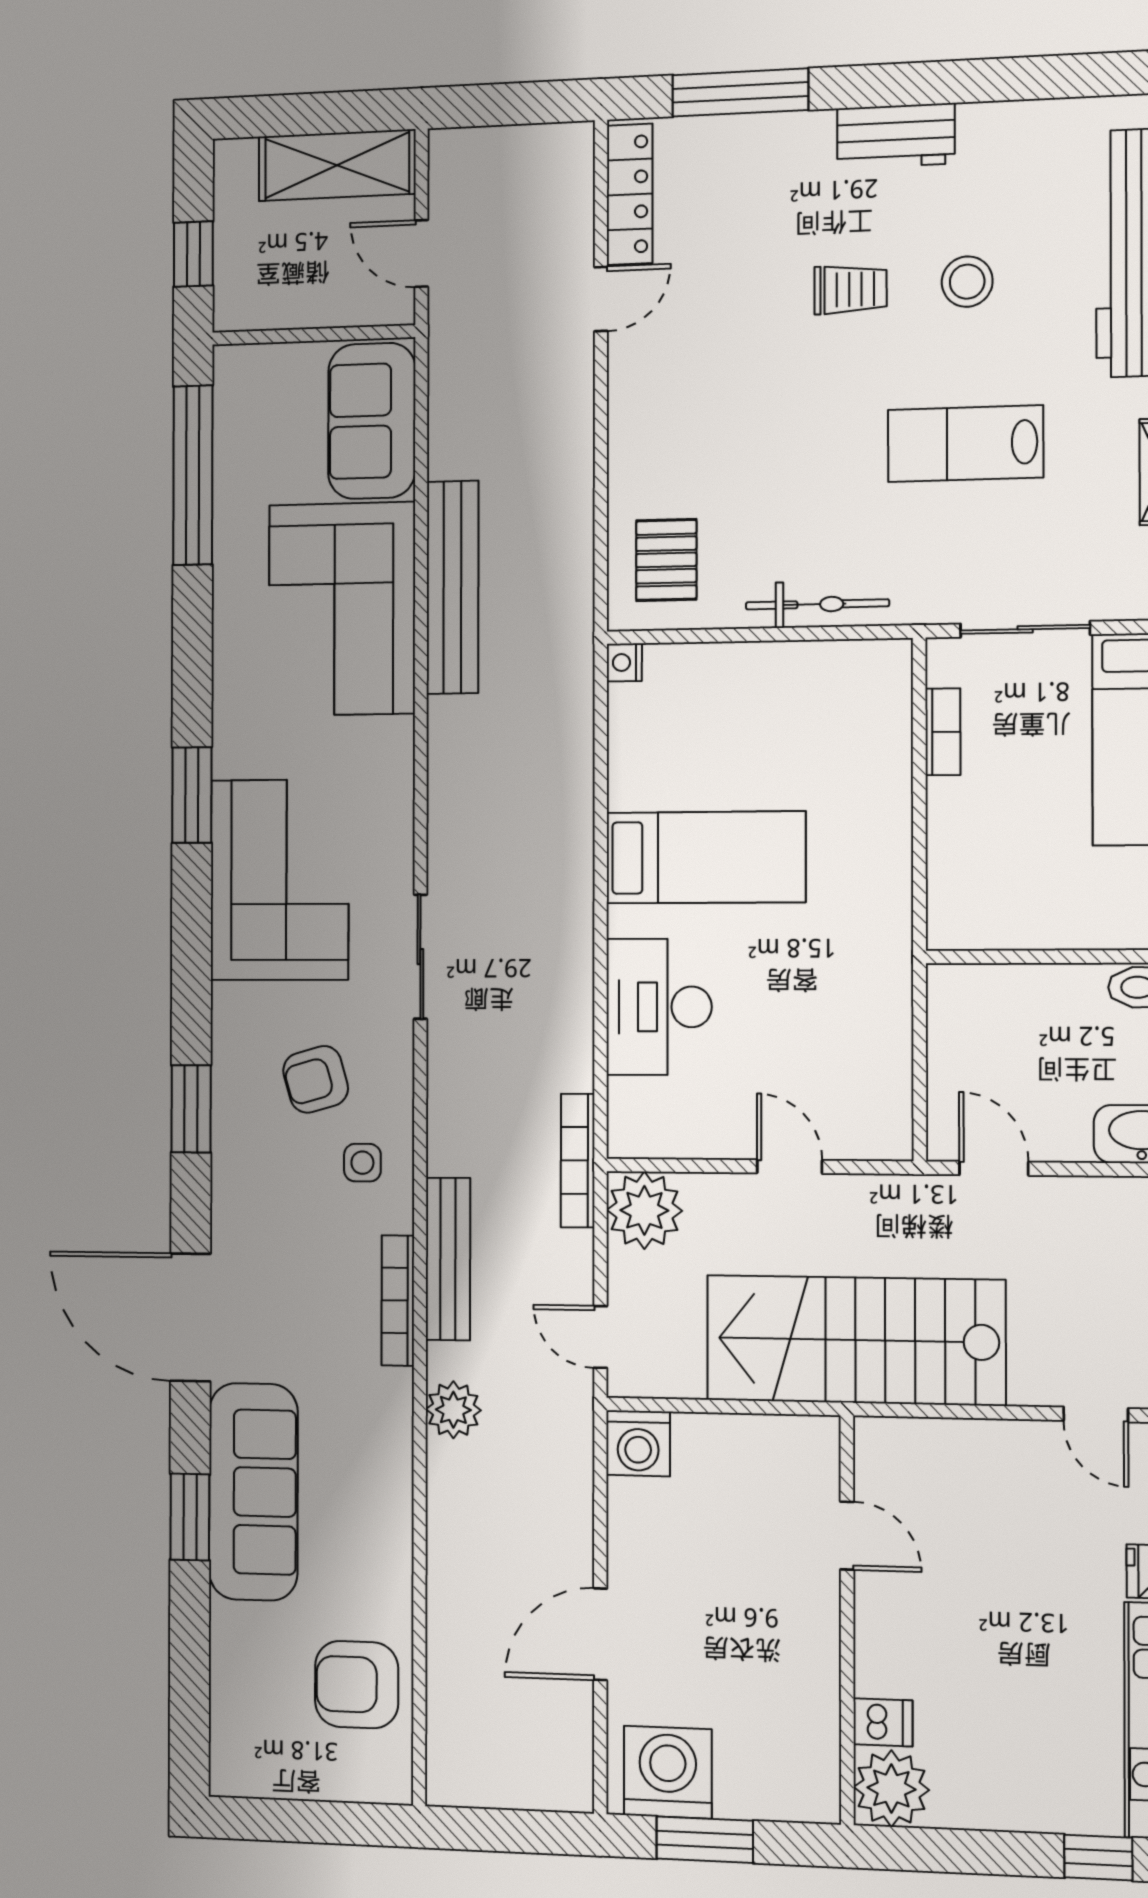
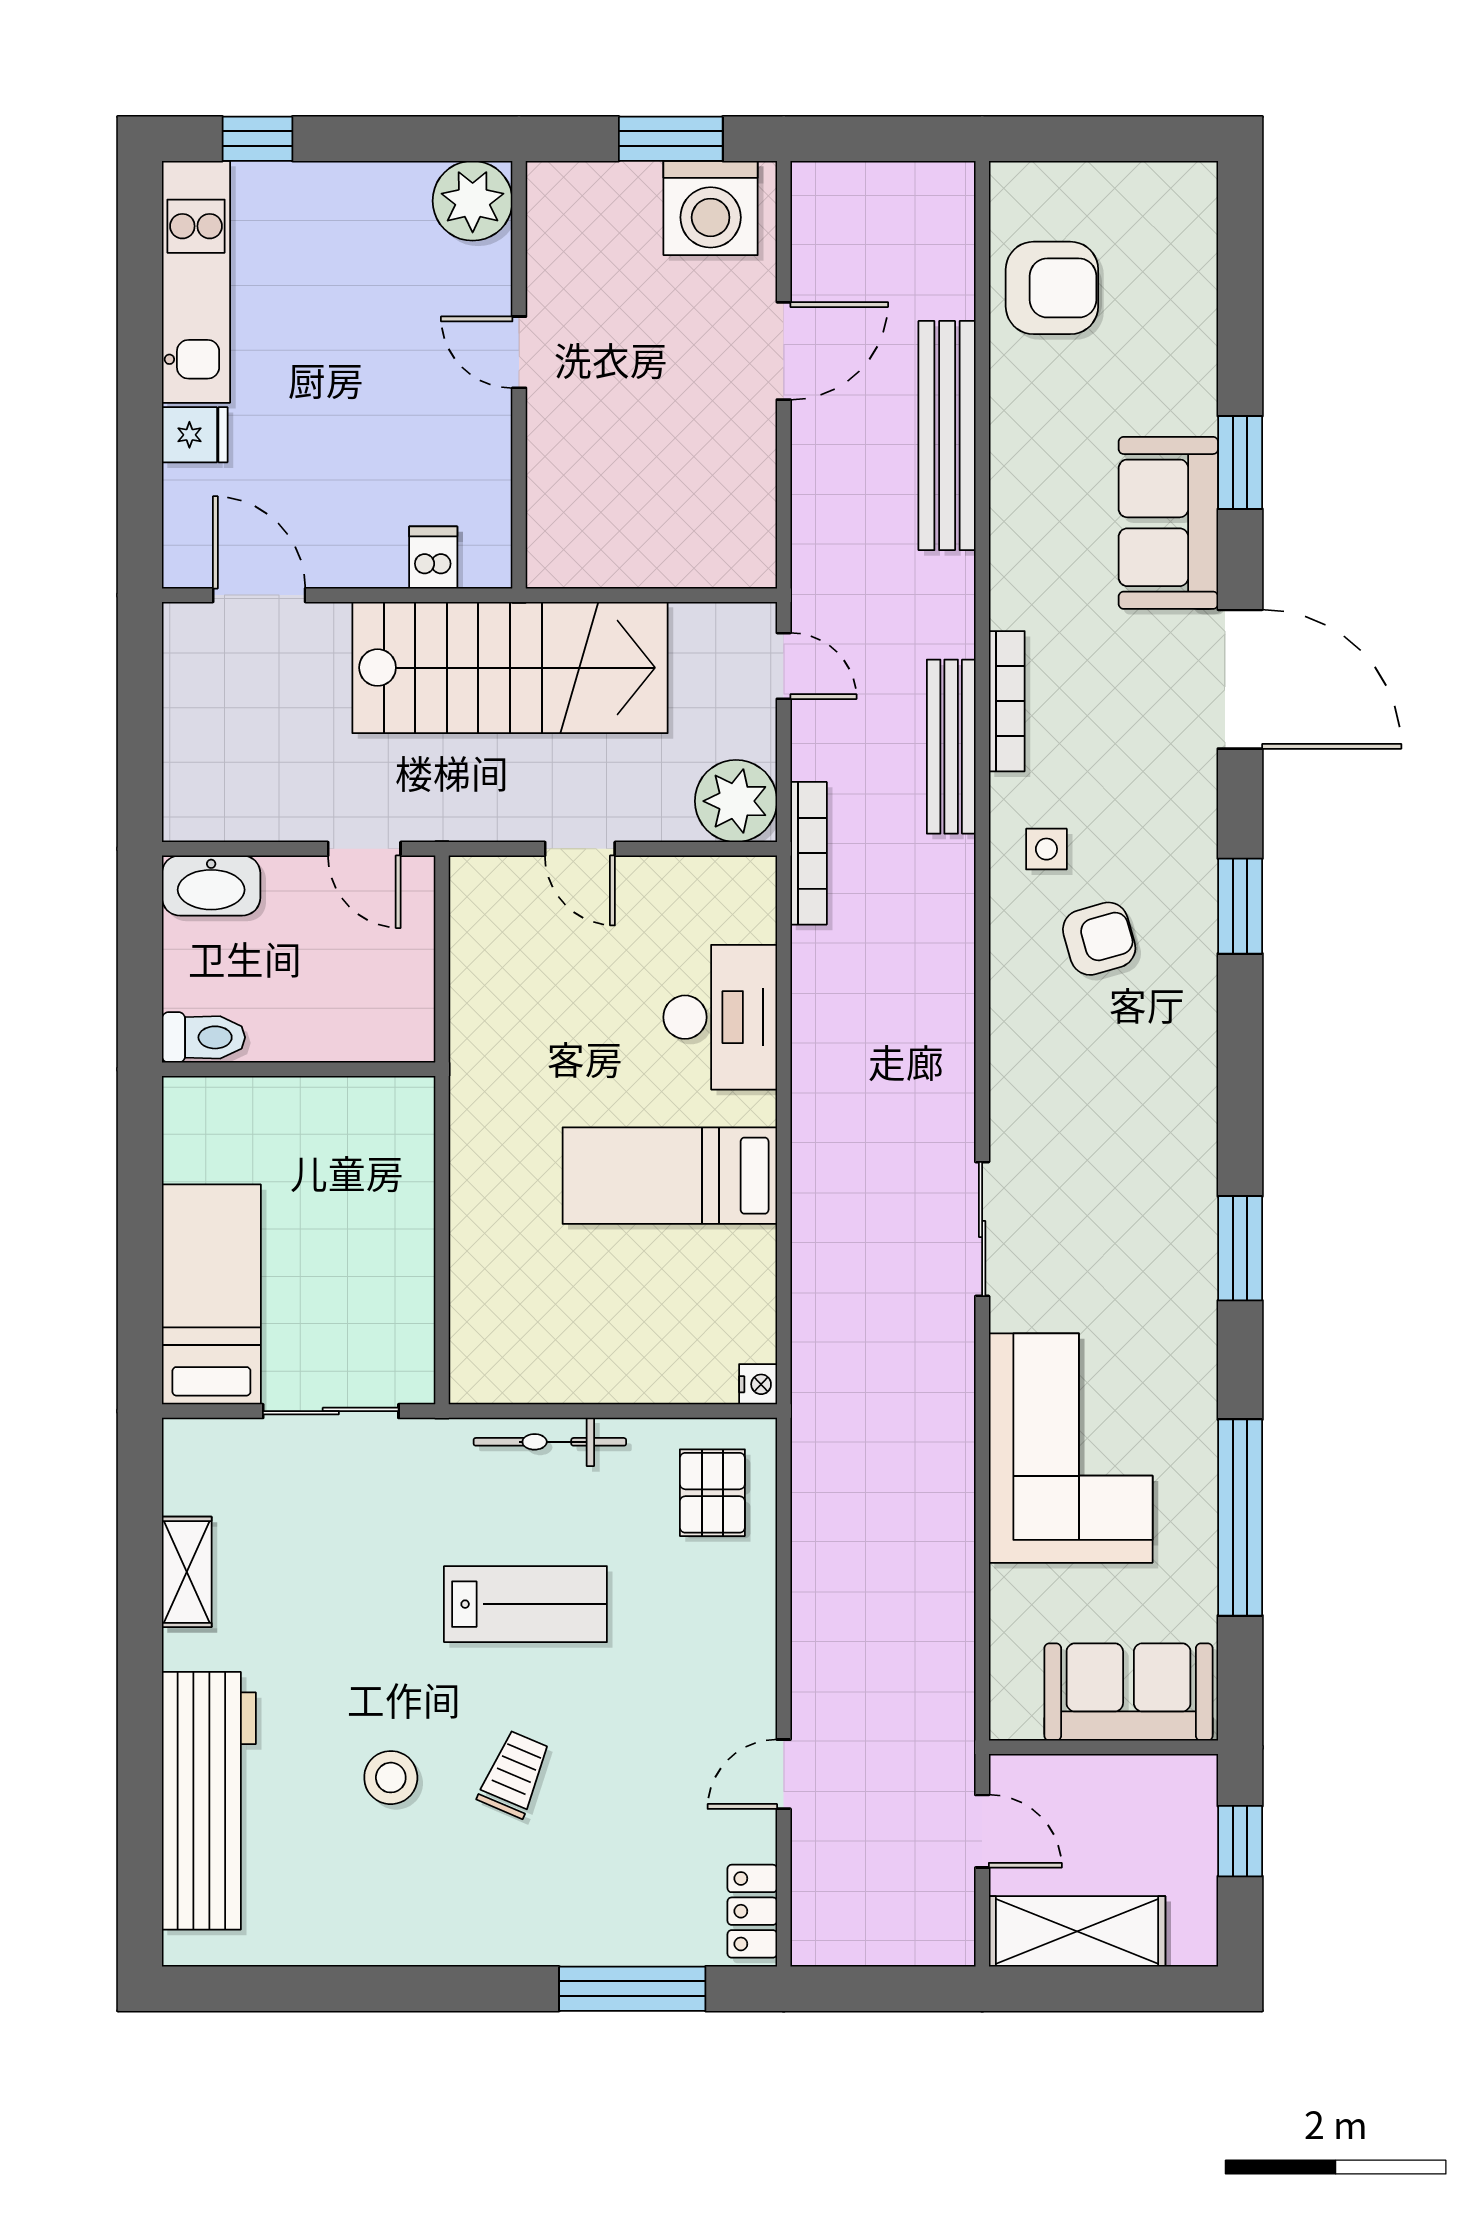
workbench: (896, 136) -> (466, 1935), removed
locker: (630, 194) -> (752, 1911), width x0.66
trolley: (850, 289) -> (514, 1774), turned 113
sofa: (372, 421) -> (1128, 1692), moved, turned -90
lab bench: (965, 444) -> (525, 1604), moved
window: (193, 475) -> (1240, 1518), moved
bench: (453, 587) -> (947, 436), moved
bookcase: (943, 732) -> (417, 1305), removed
corner sofa: (279, 880) -> (1140, 1155), removed
sliding door: (420, 957) -> (982, 1229), moved
plant: (453, 1410) -> (945, 585), removed
door: (1096, 1414) -> (259, 595), width x1.38
washing machine: (638, 1443) -> (743, 554), removed
sofa: (253, 1492) -> (1168, 523), width x0.73
door: (847, 1536) -> (519, 352), moved
dishwasher: (883, 1722) -> (433, 558), moved, turned 90

